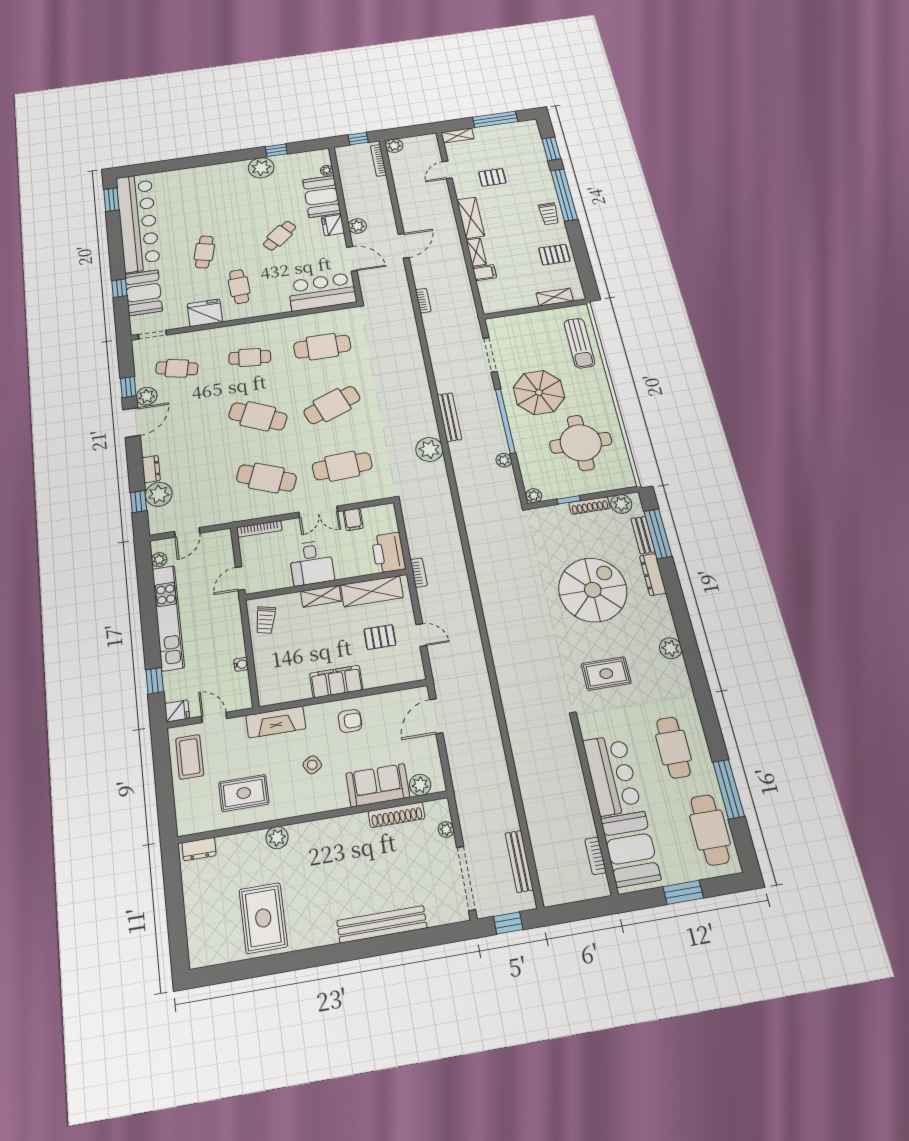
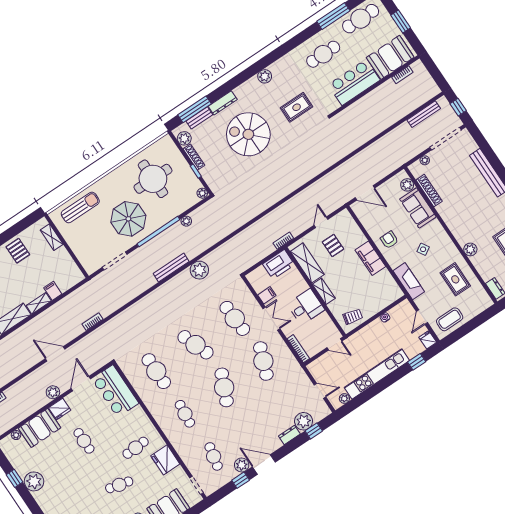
cafe table: (280, 236) -> (84, 441), turned 41
rug: (606, 674) -> (297, 107), turned 90

